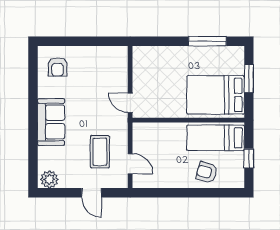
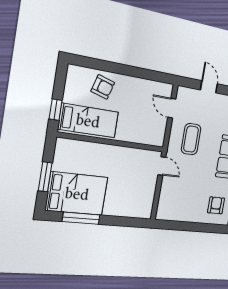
bed: (216, 95) -> (77, 194), moved
coffee table: (100, 152) -> (191, 139), moved
window: (249, 158) -> (56, 110), moved

